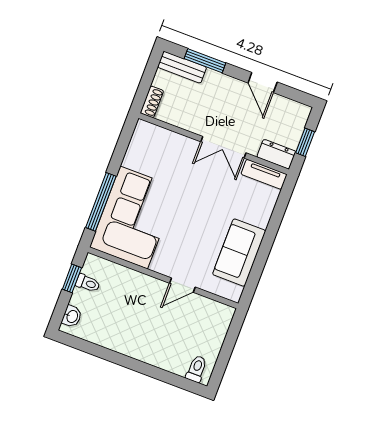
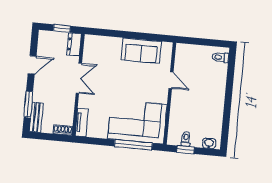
tv unit: (264, 174) -> (82, 122), moved

